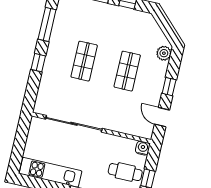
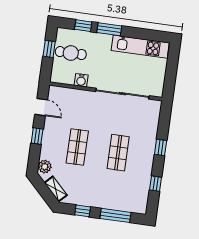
window: (47, 24) -> (156, 184), width x0.46
shelving: (154, 28) -> (56, 189), added
water cooler: (143, 148) -> (81, 80), moved

